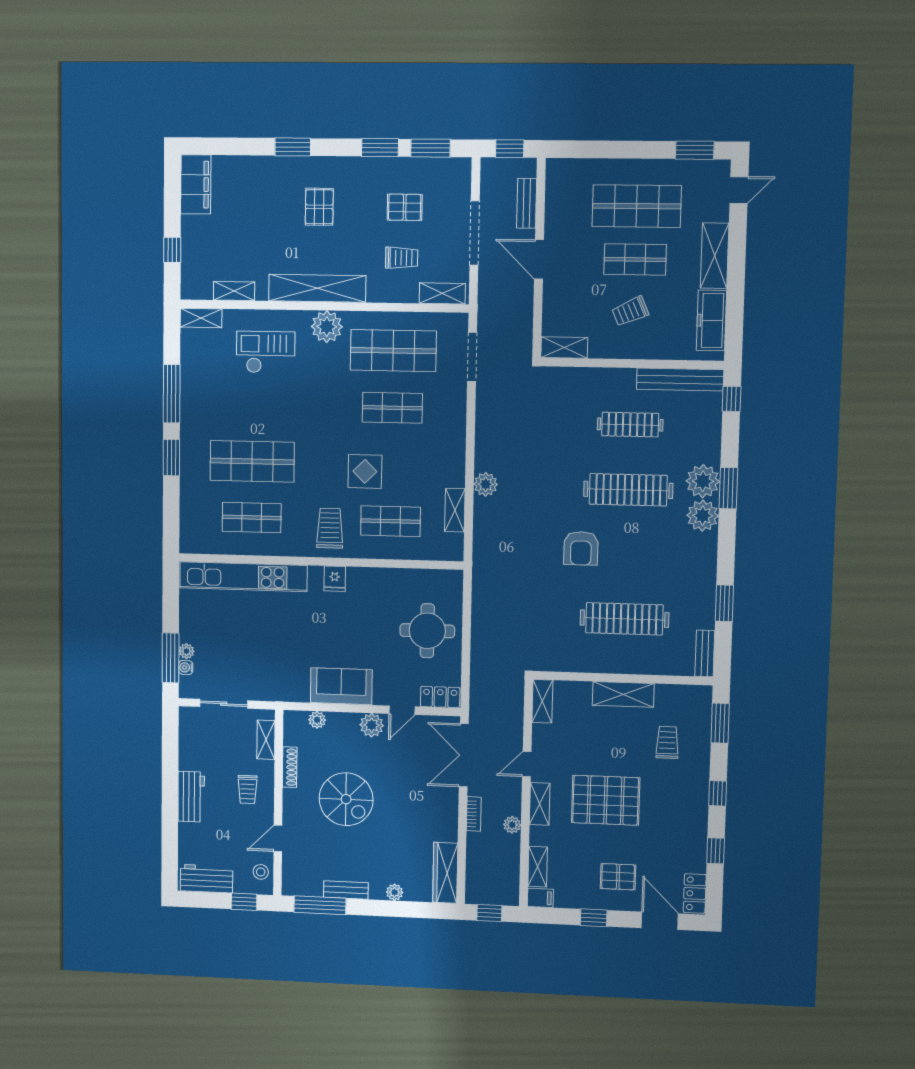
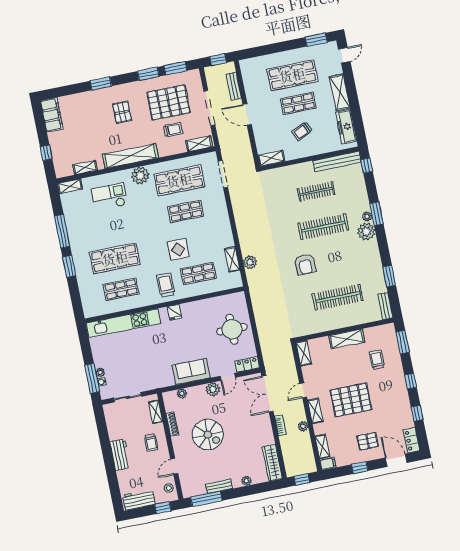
pallet: (405, 207) -> (169, 102), width x2.05, depth x2.00
plant: (703, 481) -> (367, 216), width x0.53, depth x0.53
plant: (486, 484) -> (250, 262), moved

